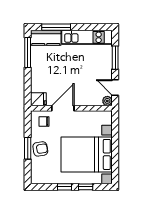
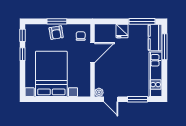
door: (115, 87) -> (111, 99), swing flipped
fridge: (38, 99) -> (122, 31), moved
door: (63, 108) -> (92, 53), hinge flipped
window: (86, 187) -> (22, 35), moved

